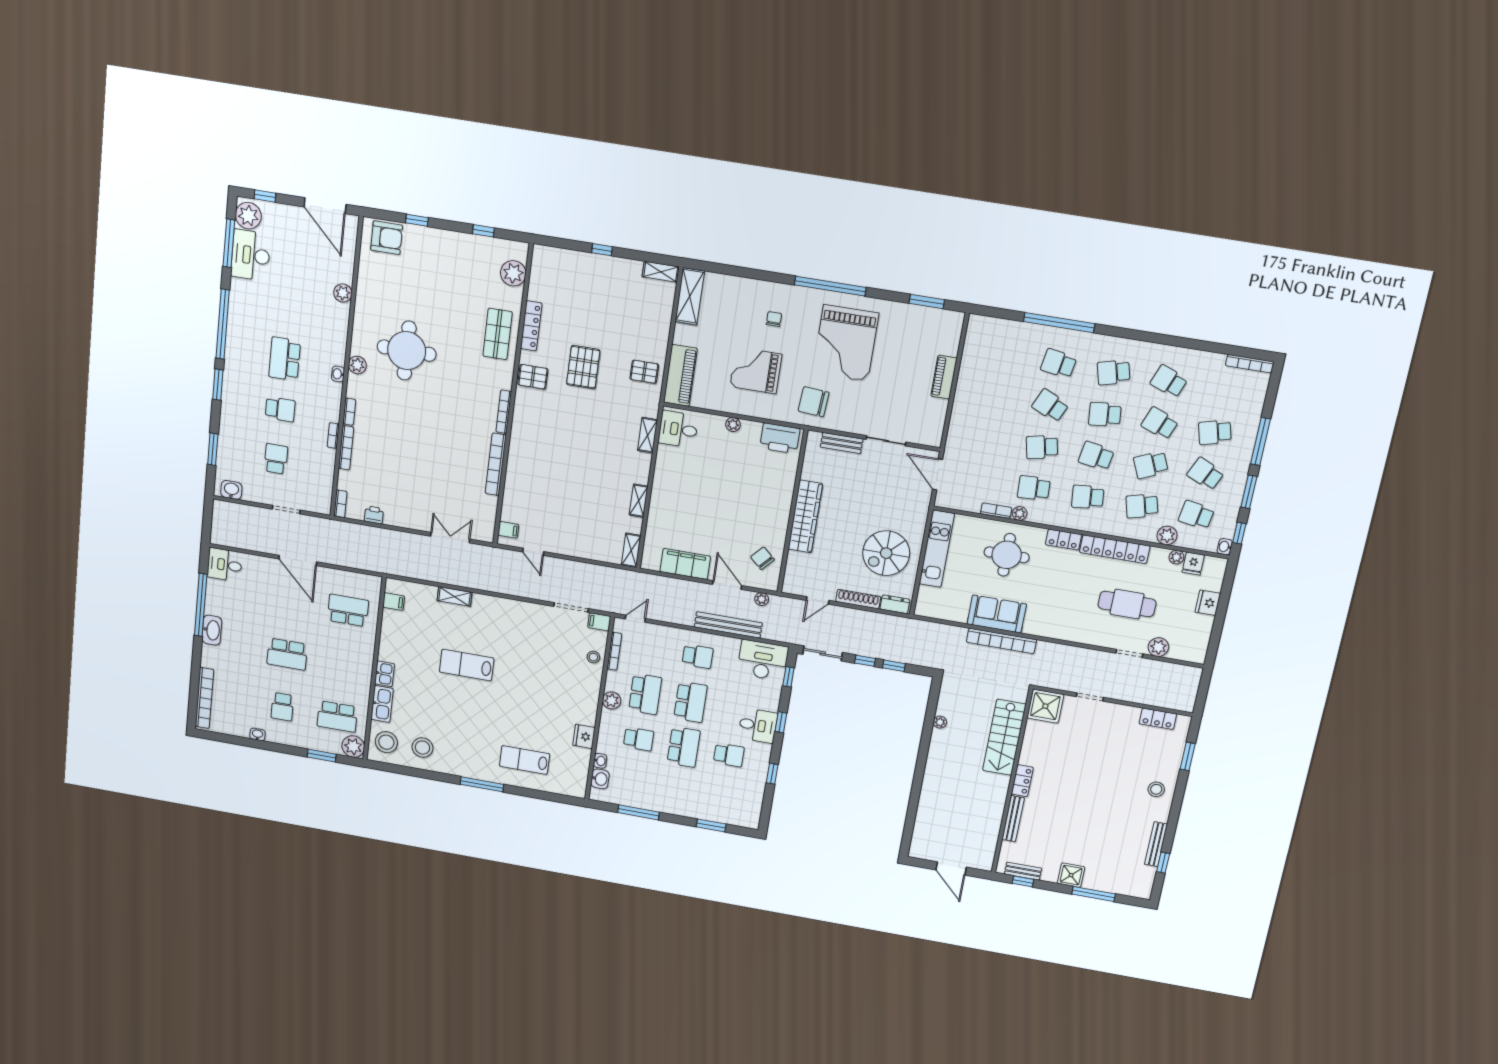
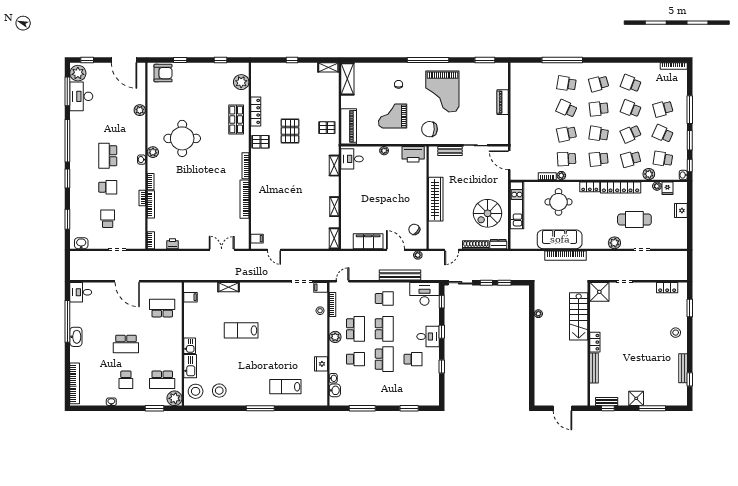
sofa: (997, 614) -> (560, 239), width x1.36
plant: (1158, 647) -> (614, 243), moved

